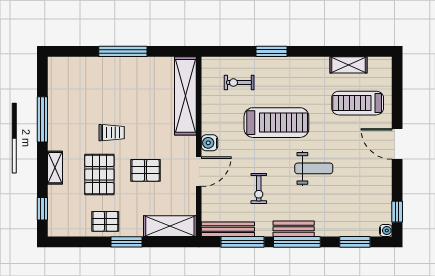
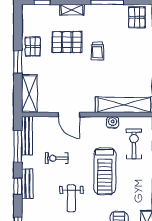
exercise bike: (239, 83) -> (134, 144), width x1.38, depth x1.39
water cooler: (210, 143) -> (113, 122), moved
pallet: (146, 170) -> (137, 17), moved
window: (297, 242) -> (18, 186), width x0.46

